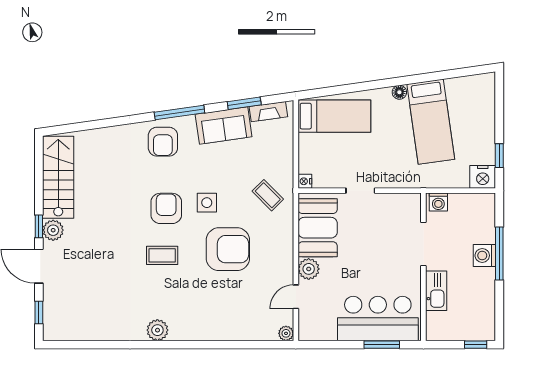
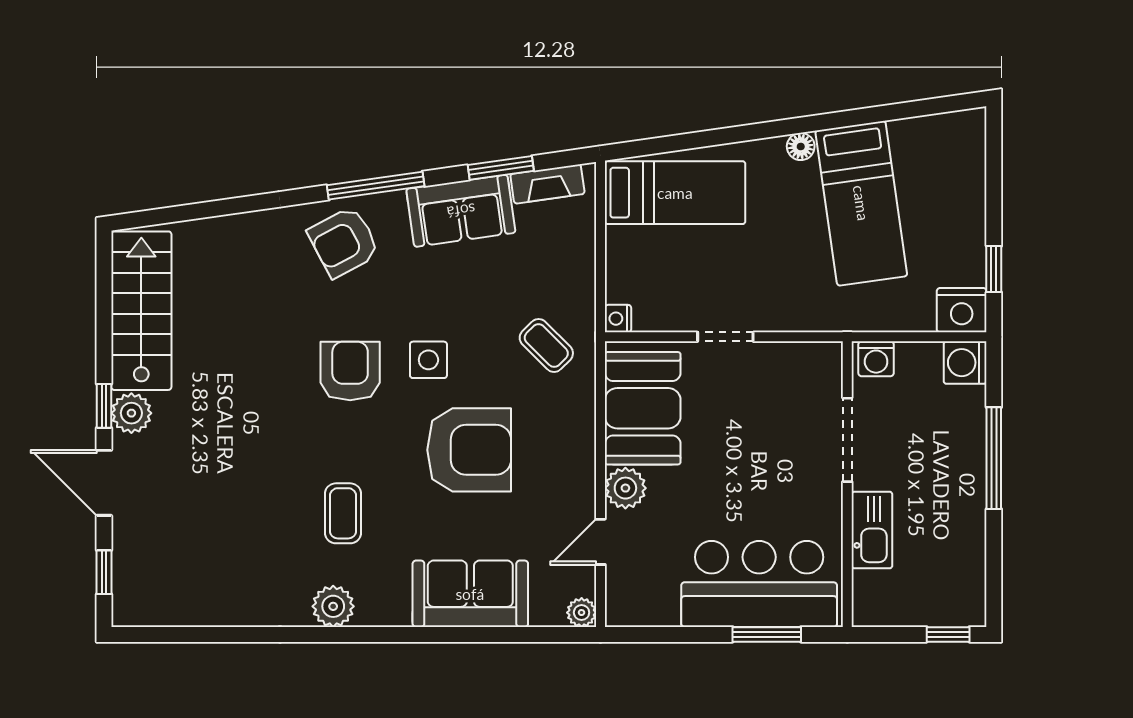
armchair: (163, 142) -> (344, 242), turned 62
coffee table: (162, 255) -> (343, 513), moved, turned 90
washing machine: (484, 255) -> (965, 363), moved
sofa: (228, 324) -> (470, 594), added

